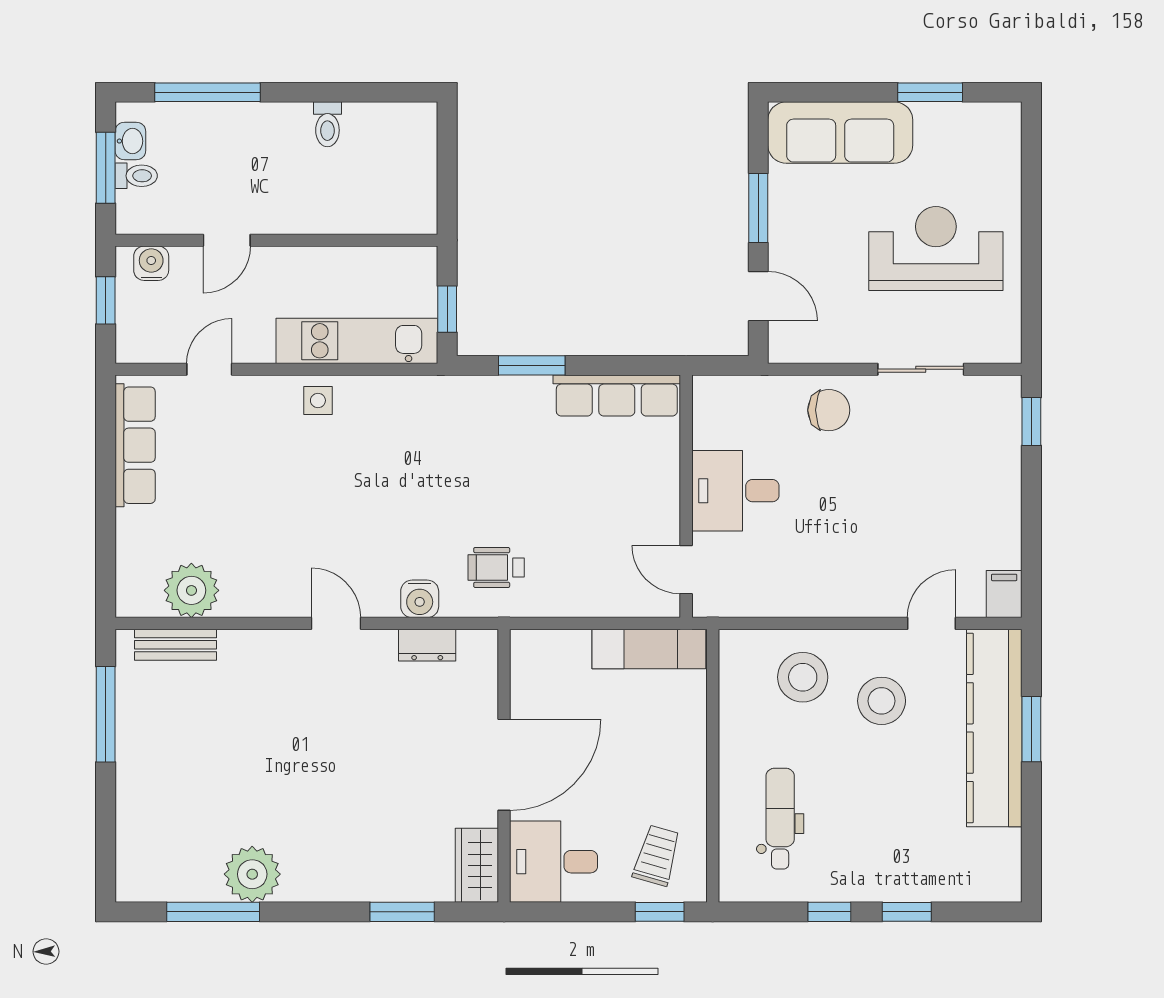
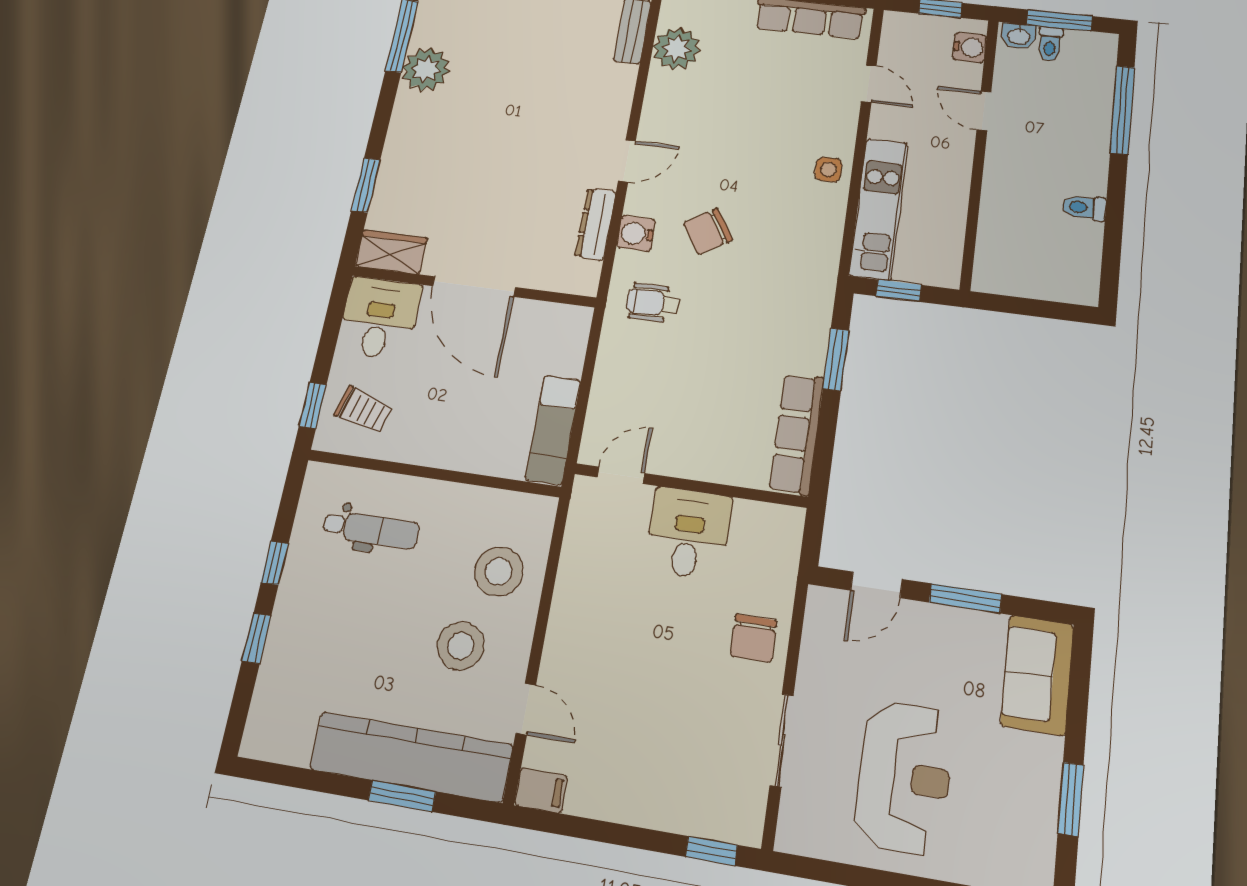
sofa: (840, 133) -> (1037, 675), width x0.73
washbasin: (130, 141) -> (1019, 36), moved
chair: (407, 521) -> (708, 231), added
wheelchair: (496, 567) -> (653, 303), turned -90
dresser: (427, 645) -> (595, 224), width x1.44

